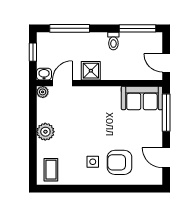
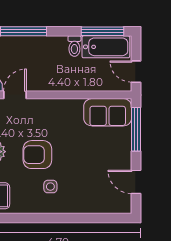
bathtub: (140, 42) -> (106, 47), added
shower: (91, 71) -> (48, 81), removed
armchair: (120, 162) -> (37, 155), moved

